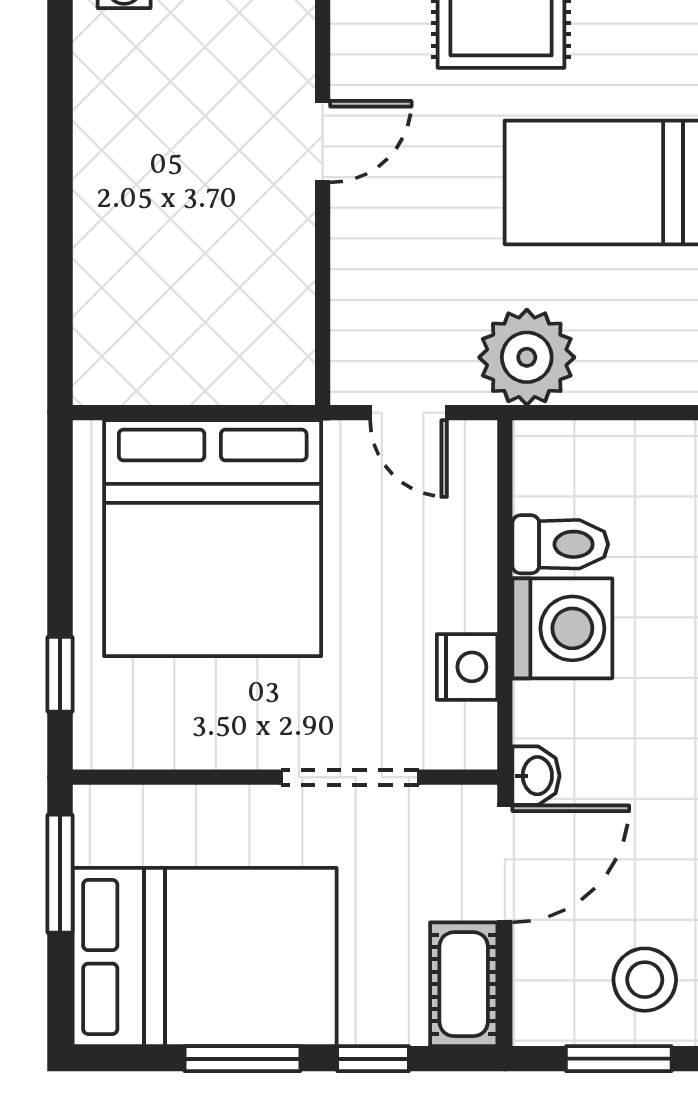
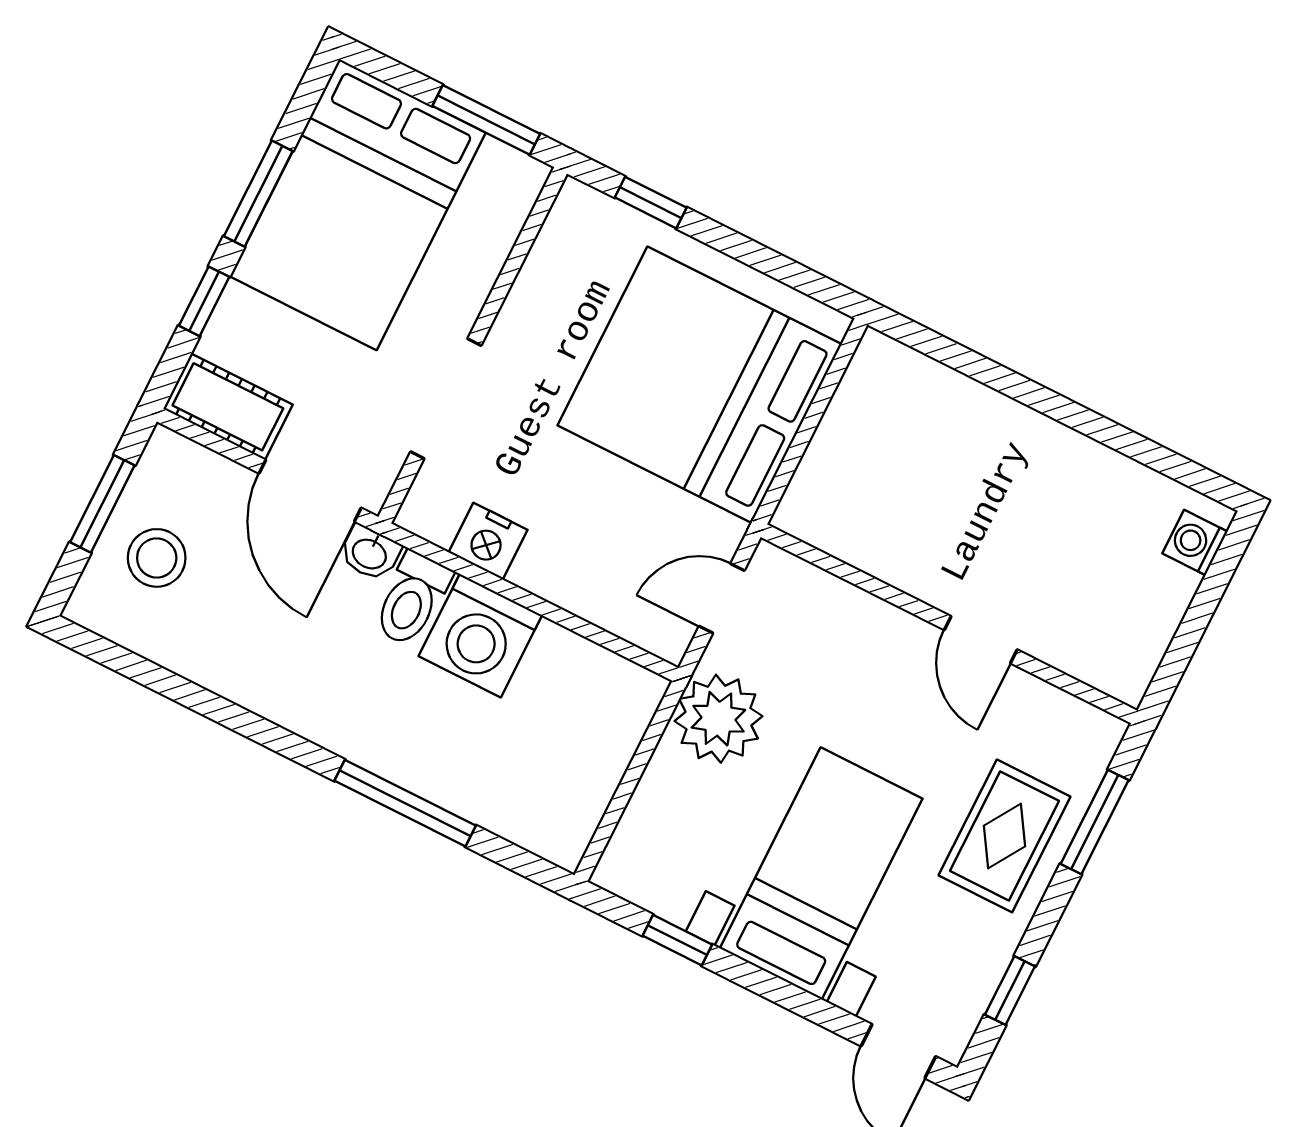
toilet: (560, 544) -> (412, 599), moved

